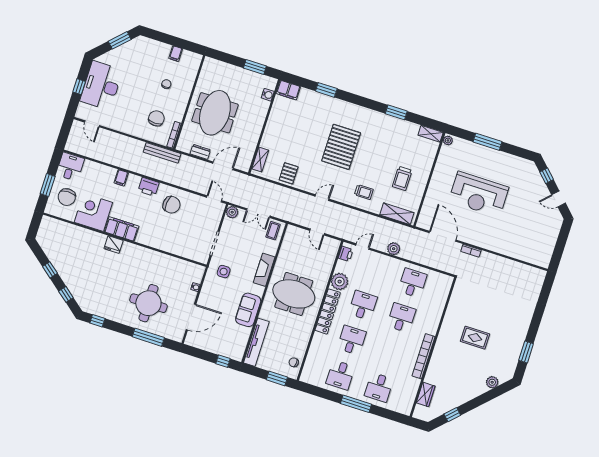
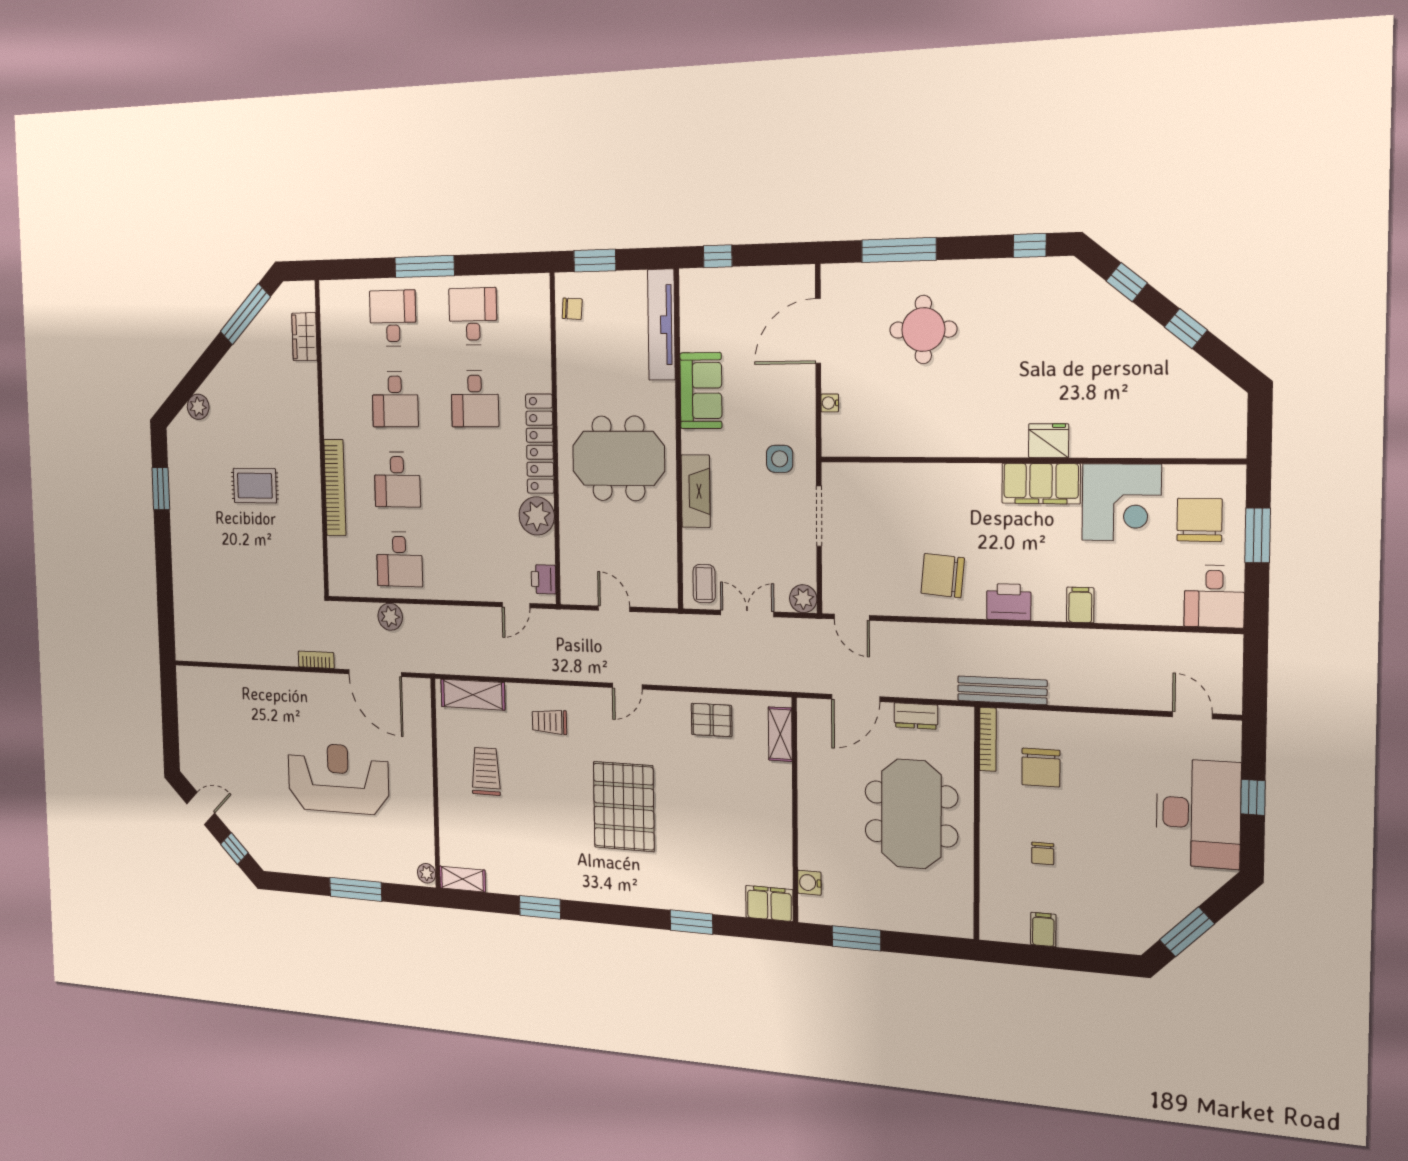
pallet: (289, 173) -> (712, 720), turned 90
plant: (394, 249) -> (390, 617), moved
round table: (148, 303) -> (923, 330), width x0.73, depth x0.73
desk: (363, 305) -> (395, 399), moved
bookcase: (424, 356) -> (335, 488), moved
window: (452, 415) -> (245, 314), width x2.17

